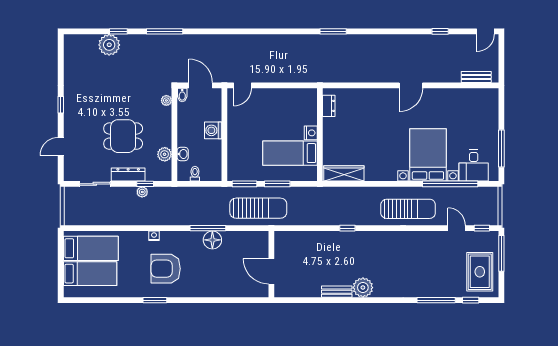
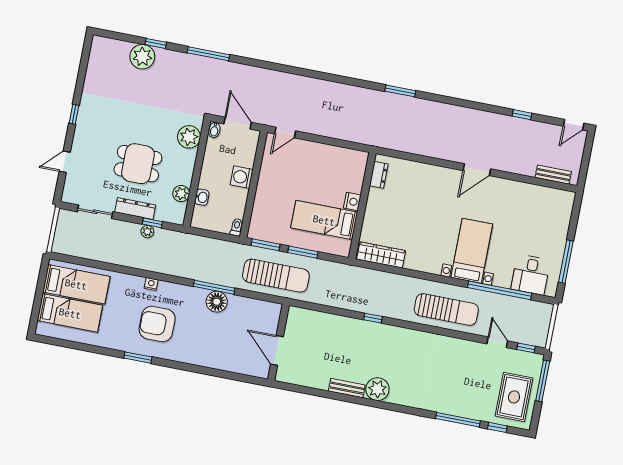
plant: (166, 100) -> (189, 137), width x1.87, depth x1.87
bed with nightstands: (428, 155) -> (472, 251), width x0.73
toilet: (195, 174) -> (237, 227), moved

